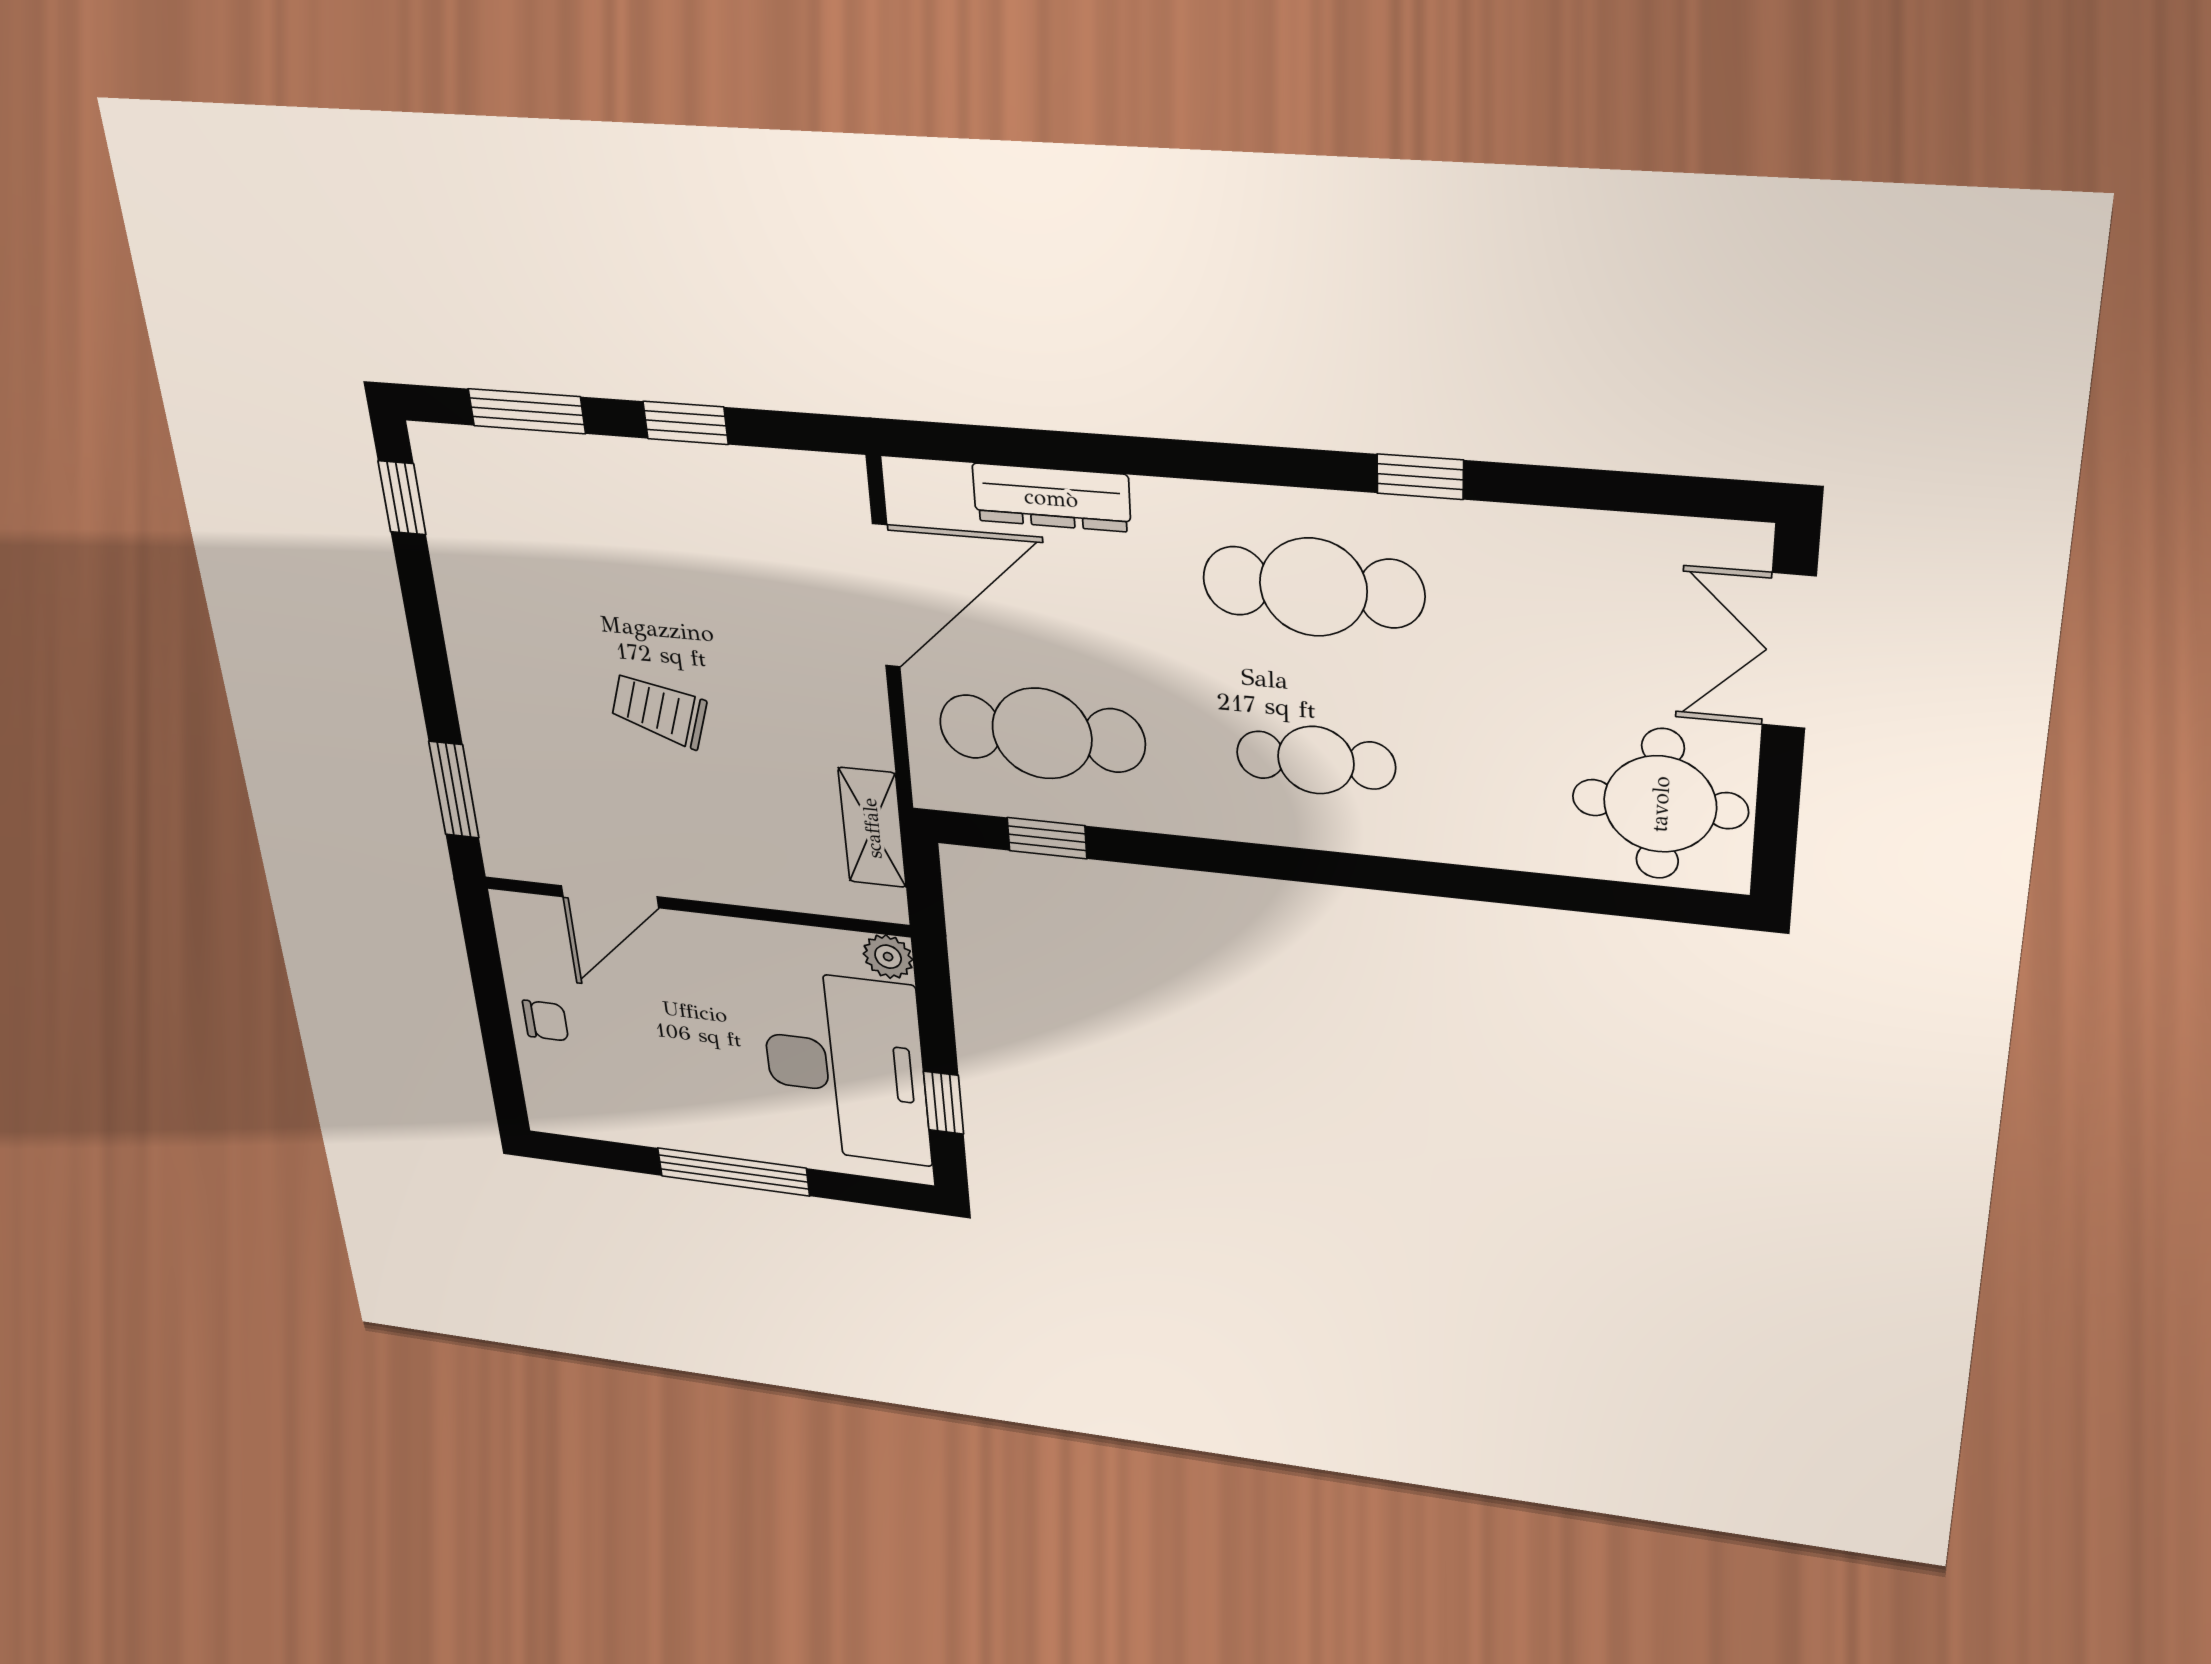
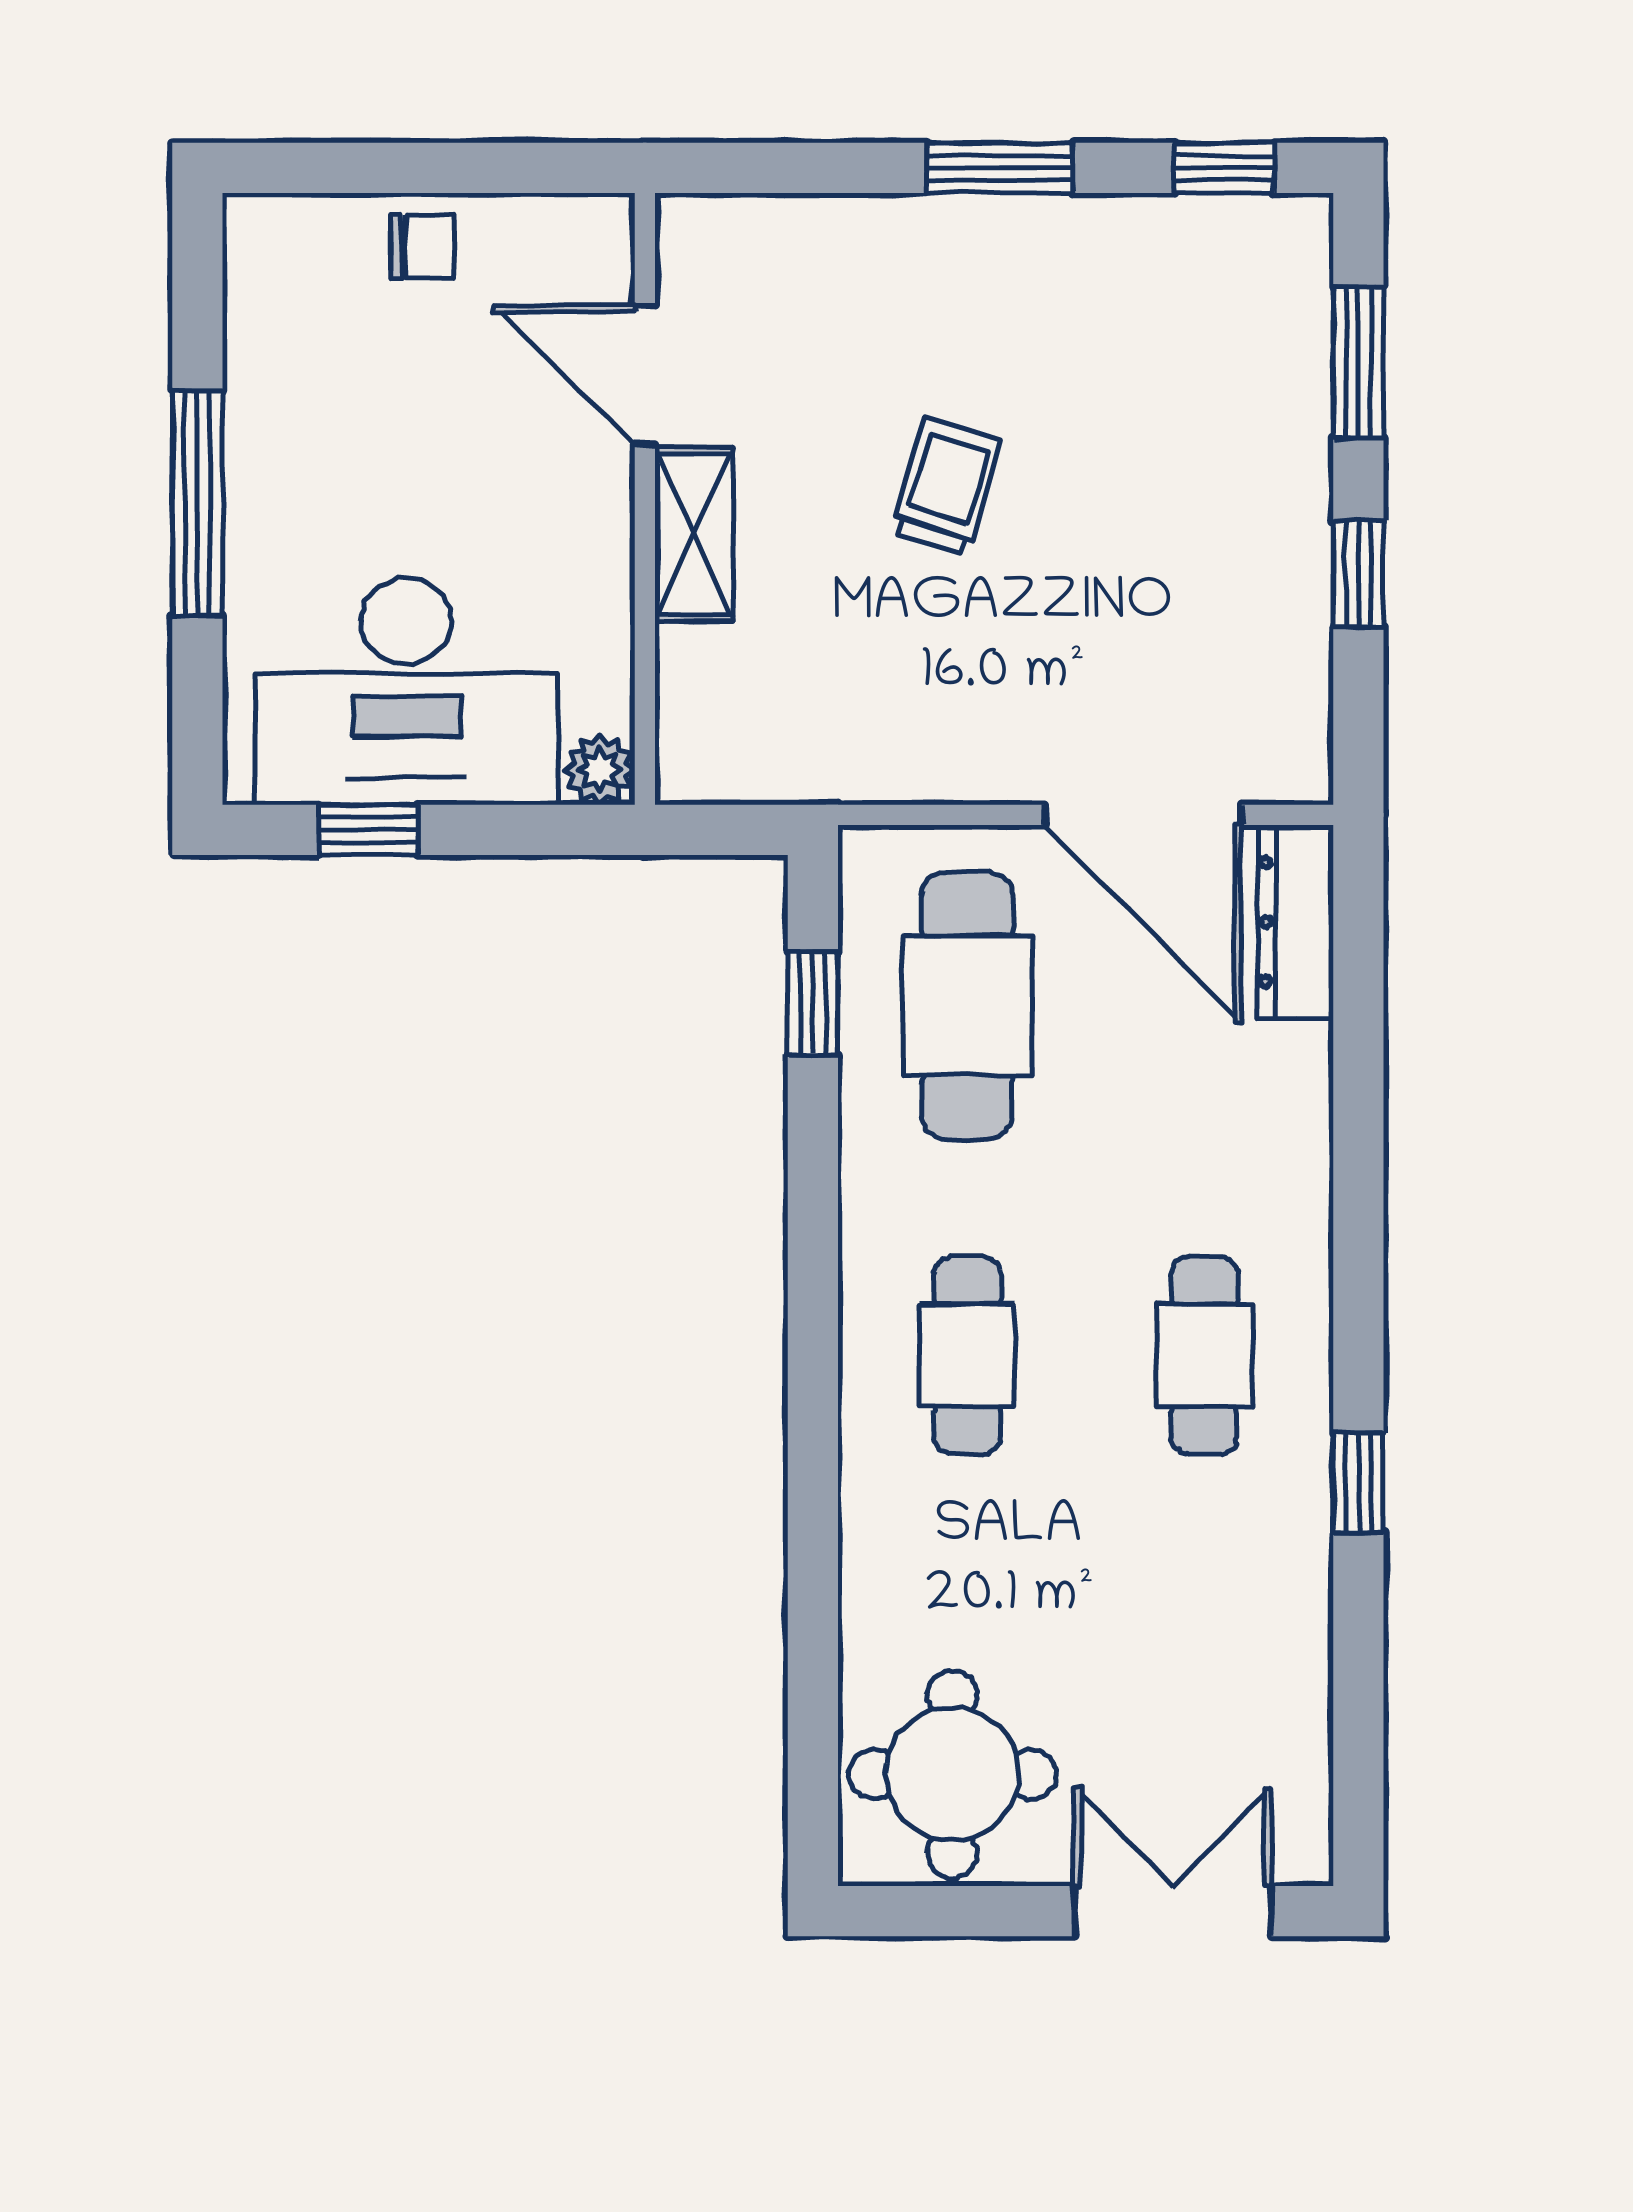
dresser: (1051, 498) -> (1295, 922), moved
cafe table: (1313, 587) -> (1204, 1355), width x0.73, depth x0.74
window: (454, 790) -> (1000, 168), moved
shelving: (872, 828) -> (694, 534), moved, turned 90
chair: (546, 1021) -> (422, 247), turned -90

